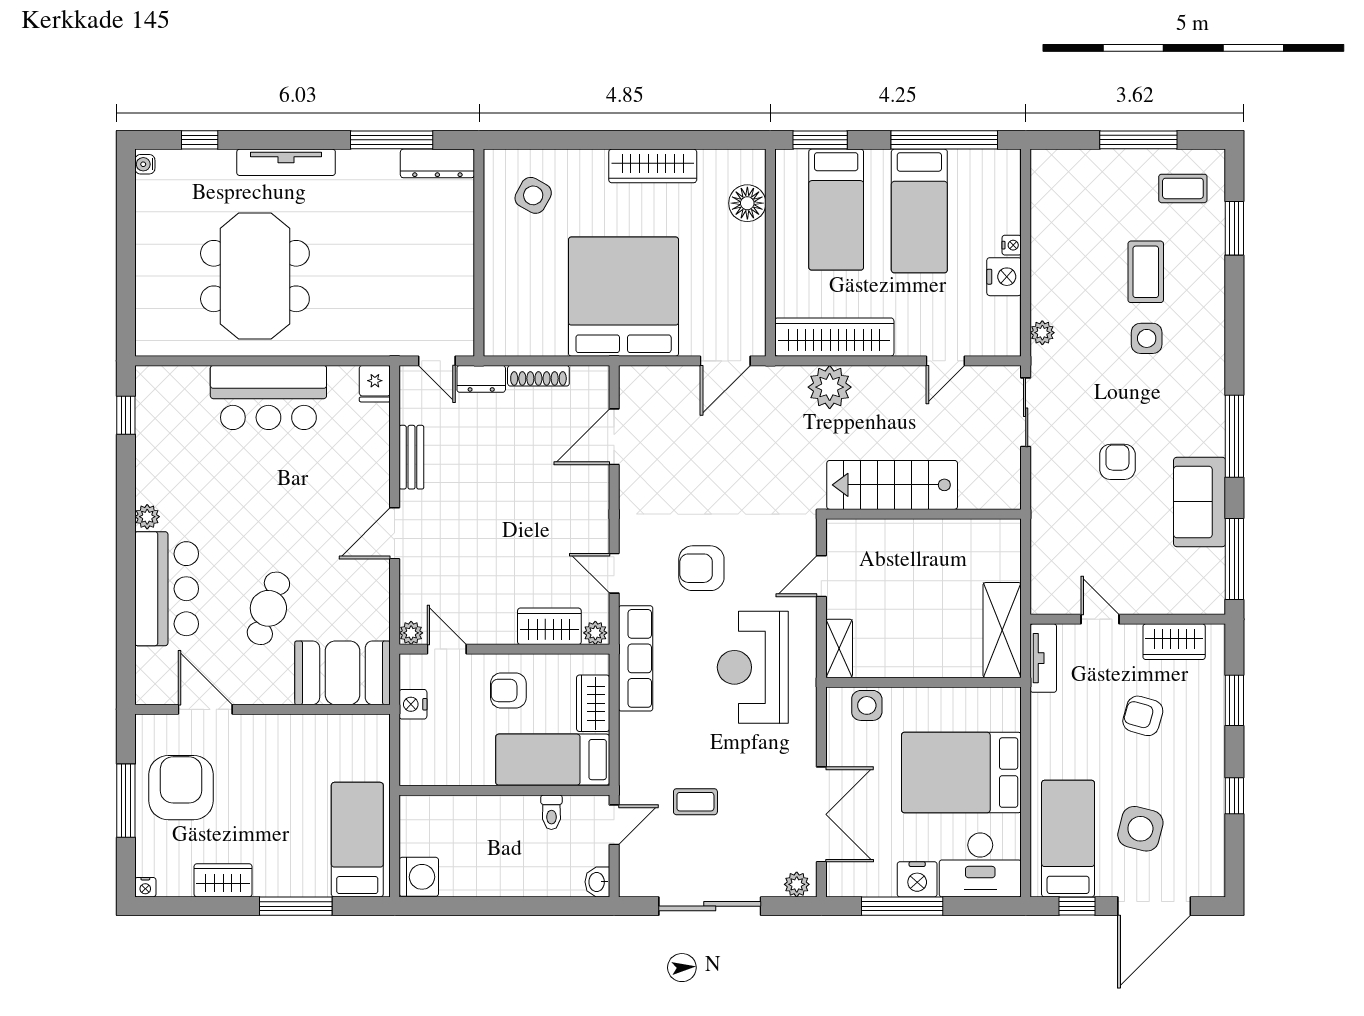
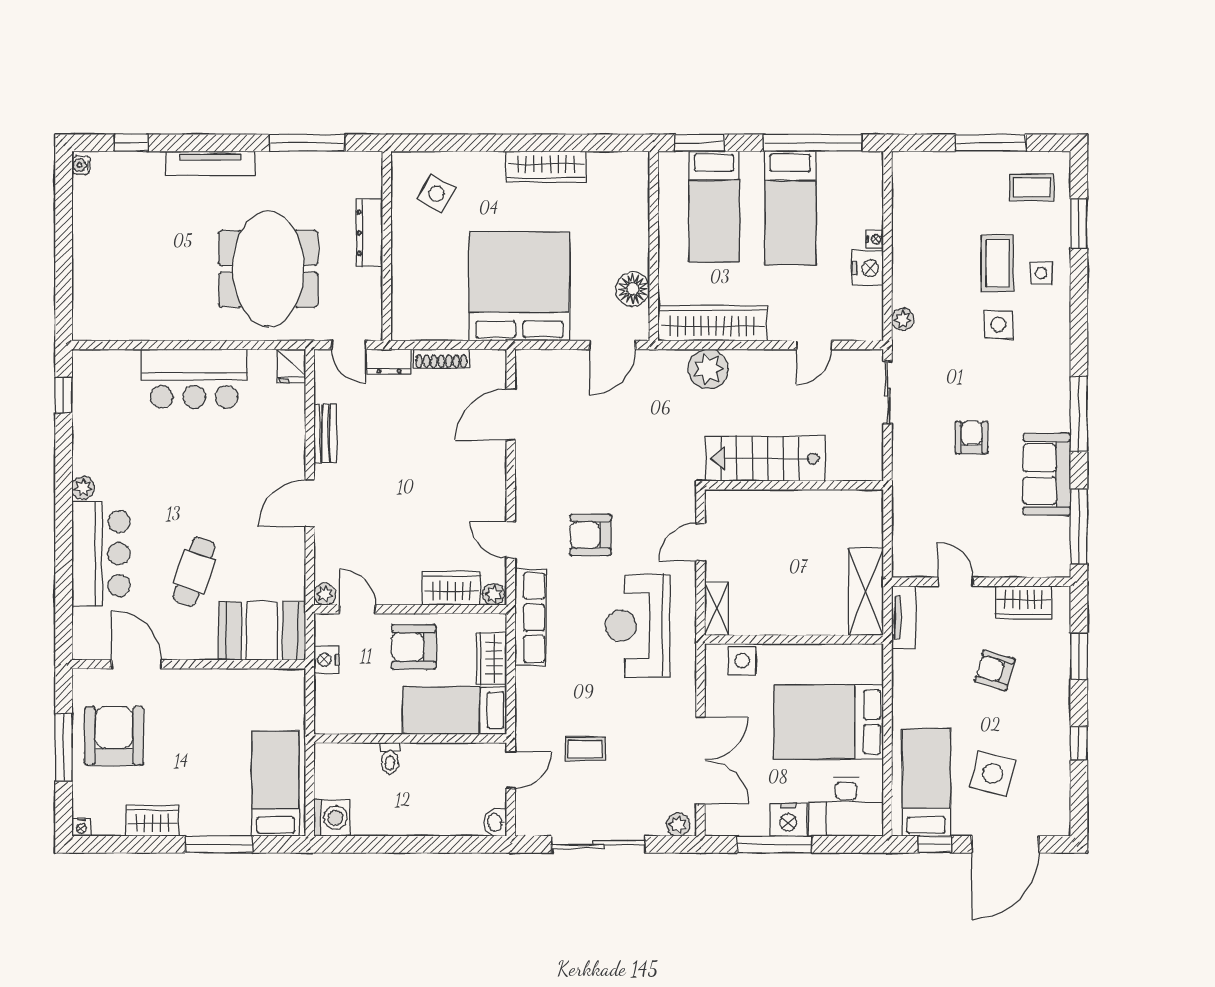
dresser: (437, 163) -> (369, 233), moved, turned 90
floor lamp: (747, 203) -> (633, 289), moved
meeting table: (255, 276) -> (268, 269), moved
side table: (1194, 282) -> (1041, 273), added
armchair: (508, 690) -> (414, 647), width x1.38, depth x1.38
toilet: (551, 812) -> (390, 758), moved

